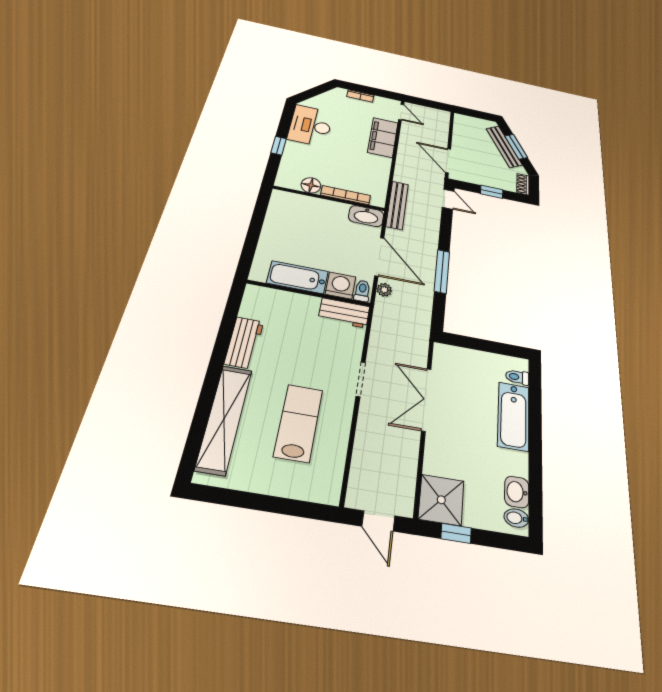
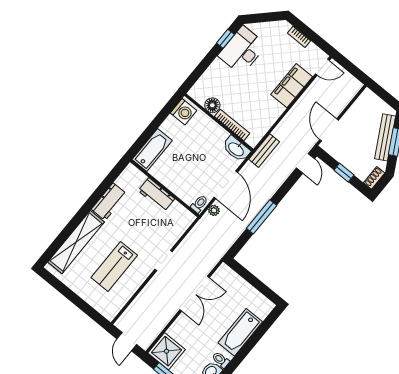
door: (401, 112) -> (322, 67), hinge flipped
window: (279, 146) -> (225, 39), moved
bench: (397, 205) -> (264, 151), width x0.73
bathtub: (298, 277) -> (152, 150), moved, turned 90
washing machine: (341, 286) -> (184, 112), moved, turned 90
workbench: (344, 313) -> (156, 195), moved
toilet: (517, 377) -> (221, 360), moved
double door: (426, 399) -> (195, 294), swing flipped
lab bench: (299, 423) -> (114, 266), turned 180

